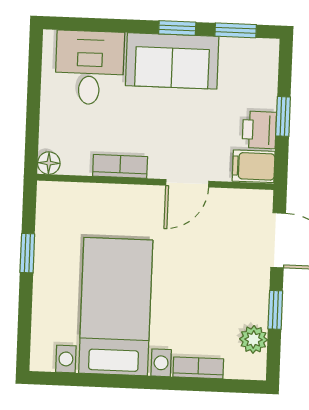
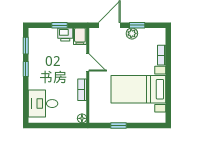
sofa: (172, 61) -> (39, 71), removed
plant: (253, 339) -> (132, 33), moved

